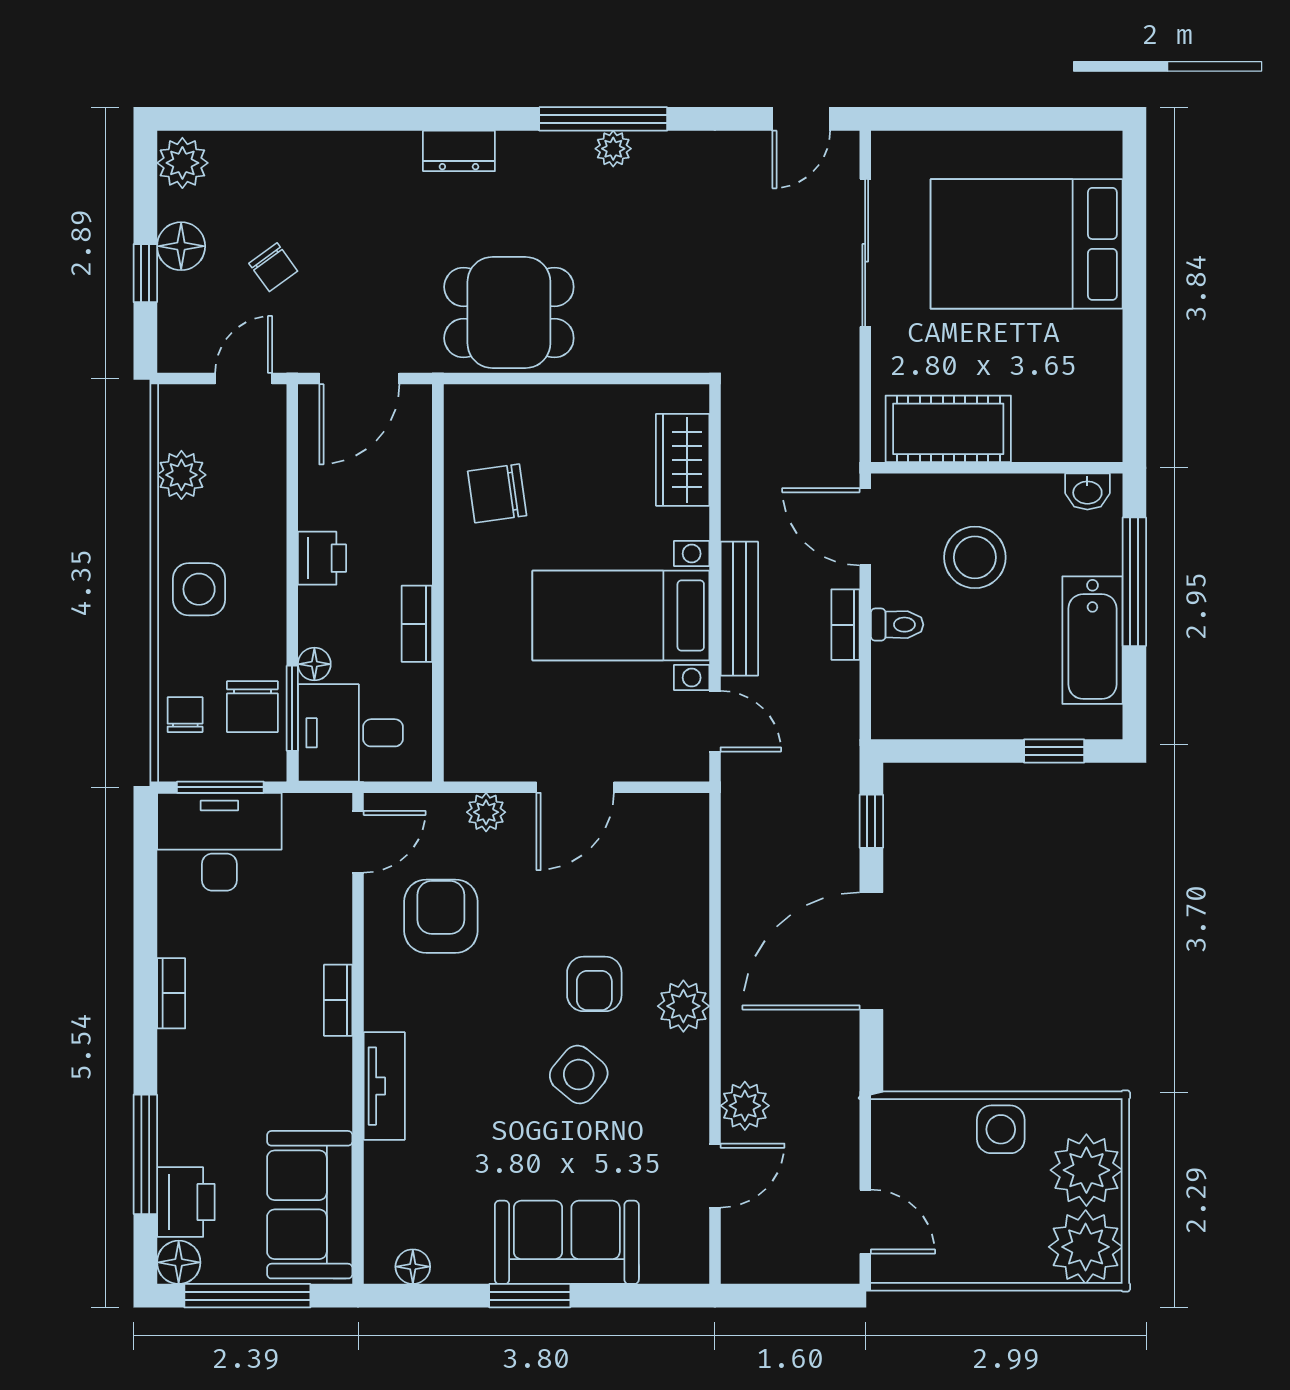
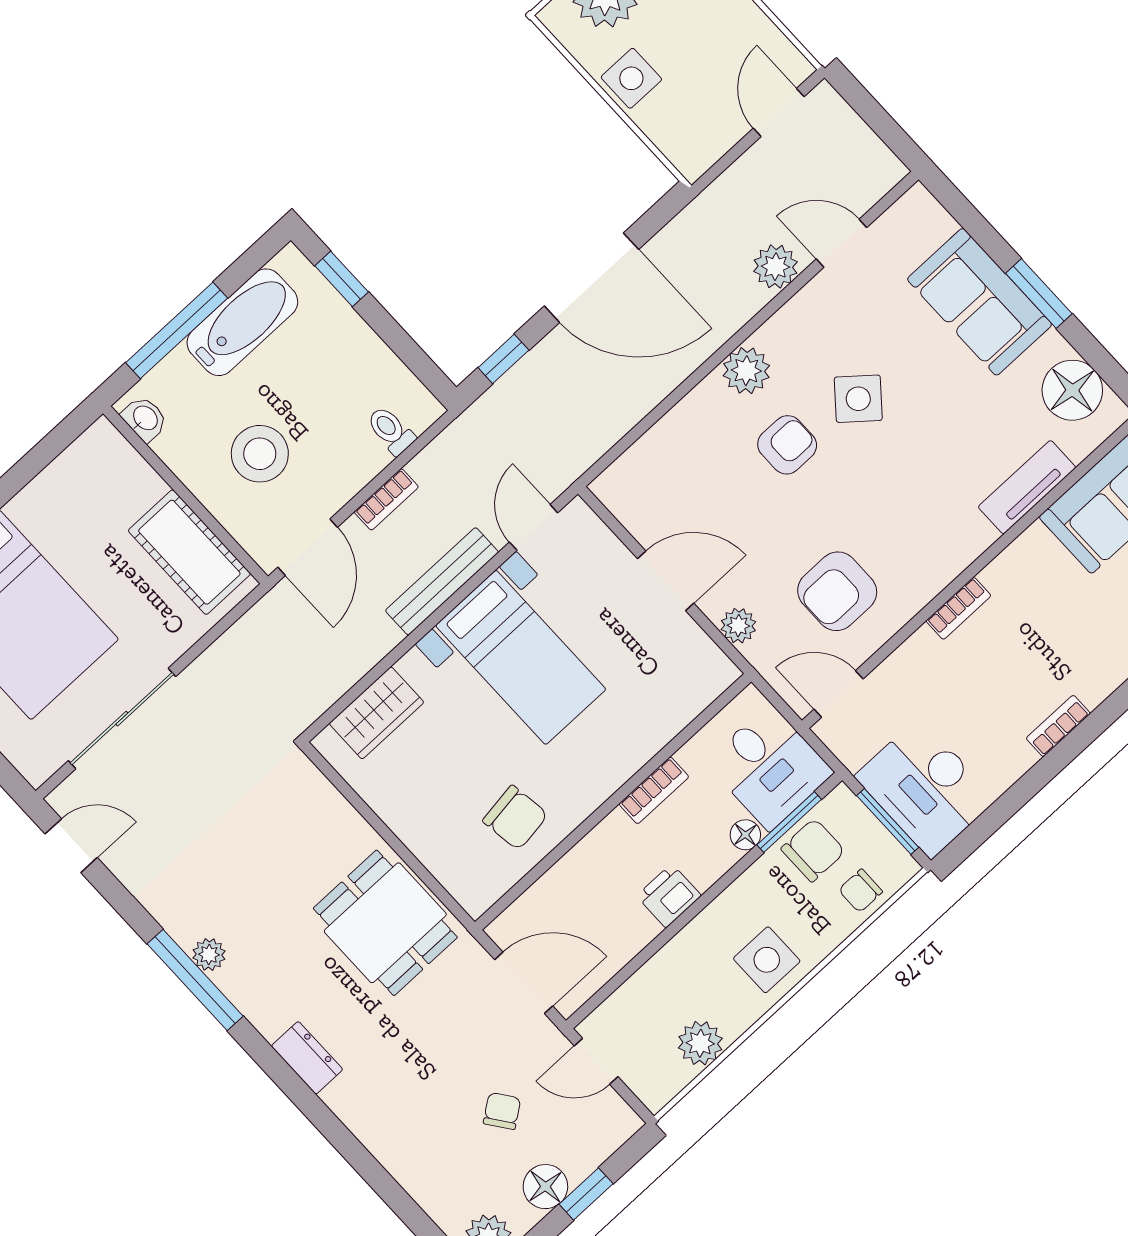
toilet: (897, 625) -> (391, 431), moved
tv unit: (384, 1086) -> (1027, 487), moved
floor lamp: (413, 1267) -> (1072, 390), width x1.89, depth x1.89

